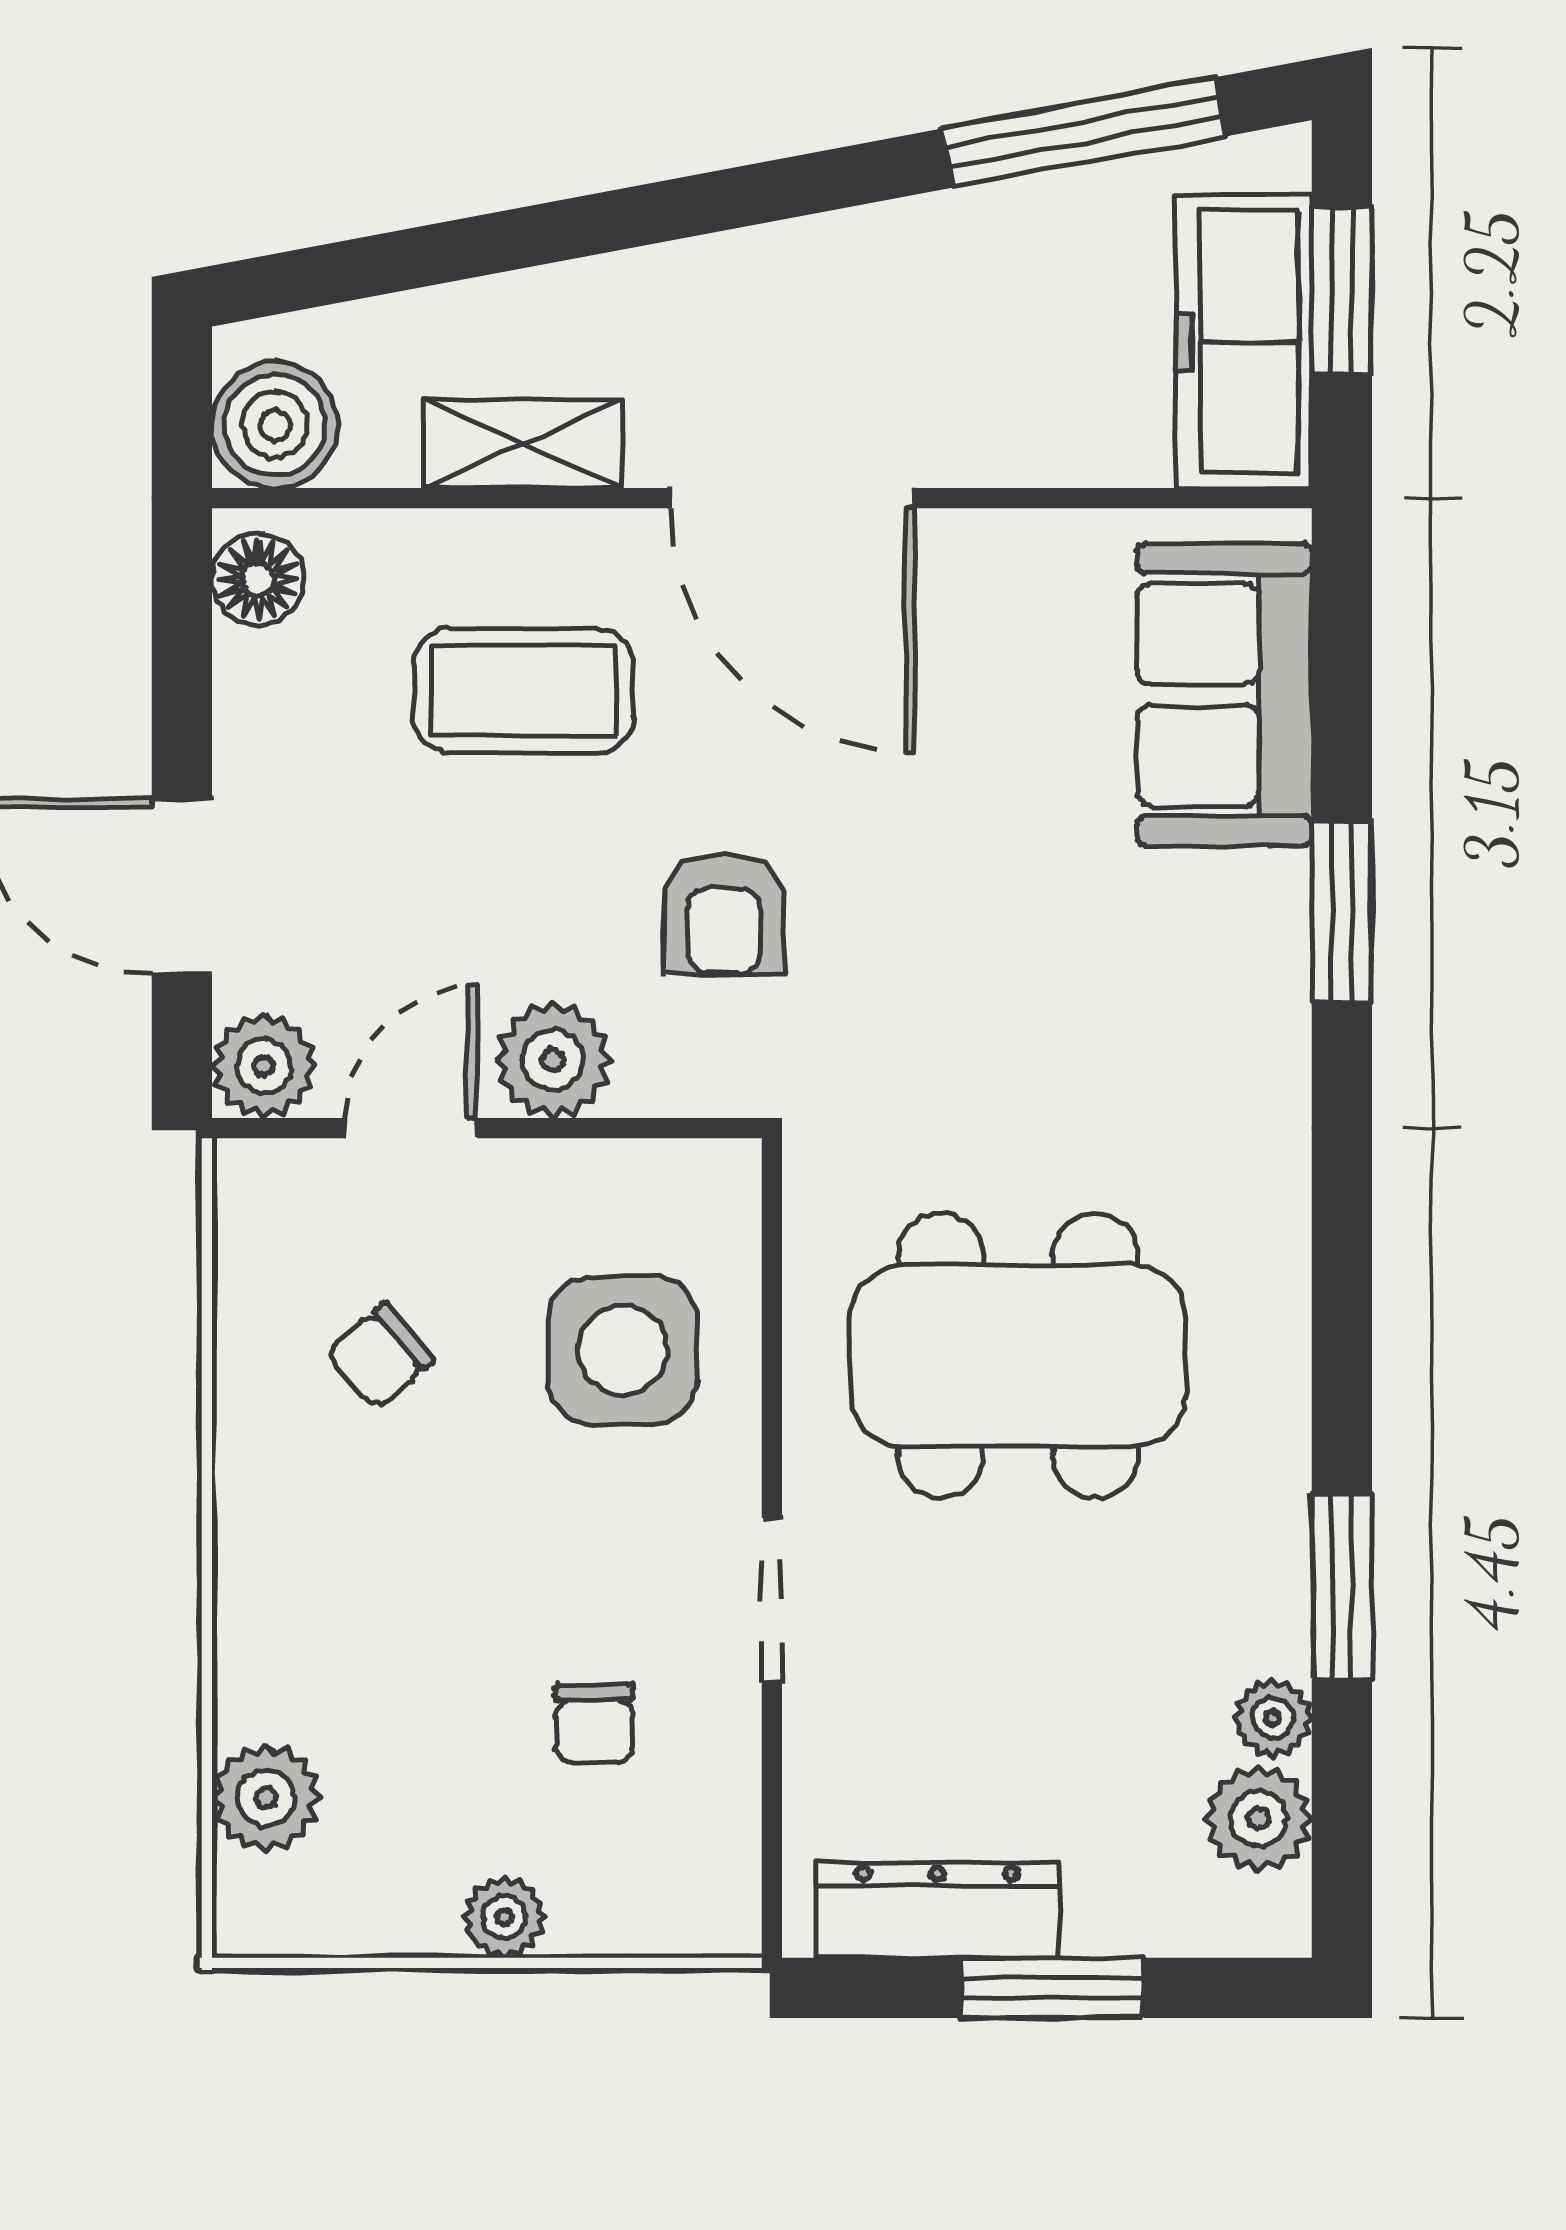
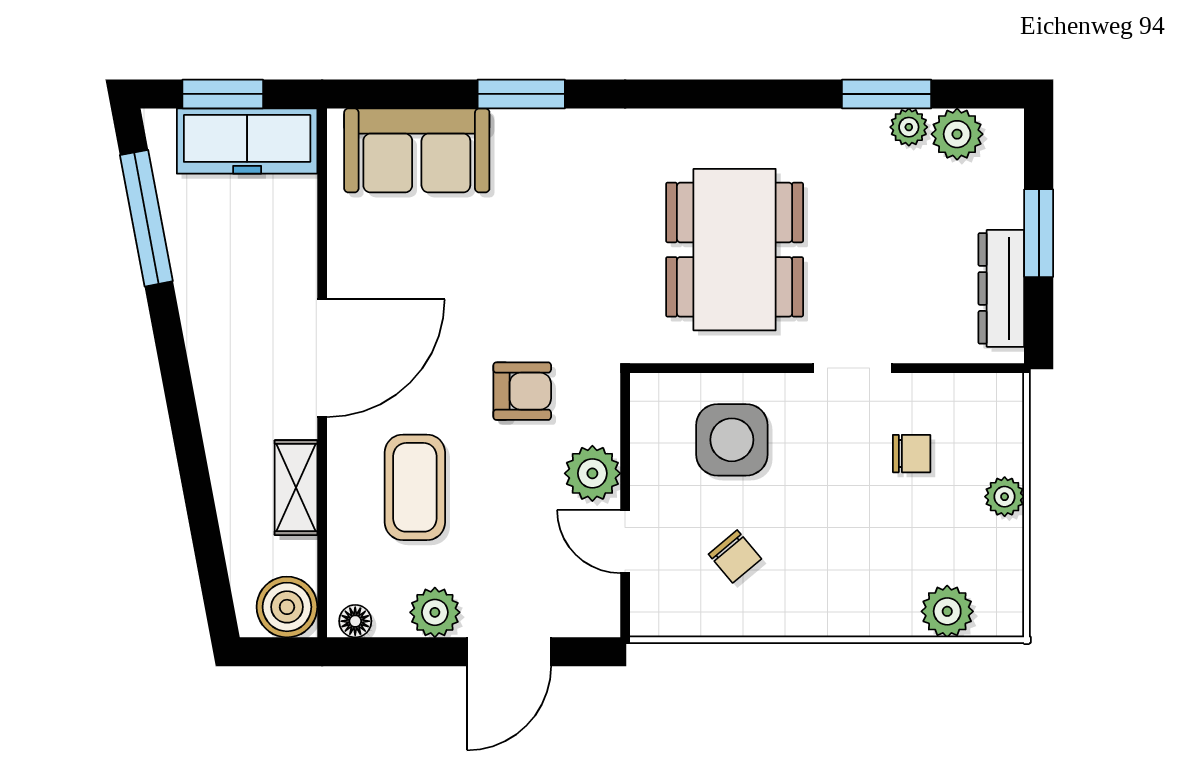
floor lamp: (258, 579) -> (355, 621), width x0.73, depth x0.73
plant: (264, 1066) -> (435, 612), moved
window: (1342, 1586) -> (887, 94), moved

